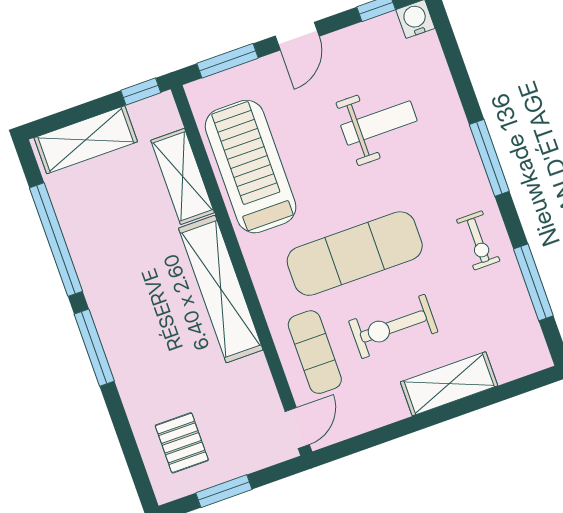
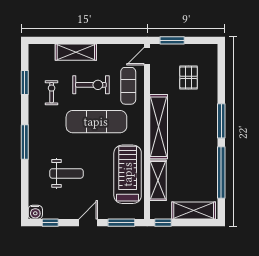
weight bench: (379, 123) -> (66, 173), turned 180
treadmill: (251, 167) -> (128, 174), turned 180
exercise bike: (478, 240) -> (52, 93), moved
window: (533, 282) -> (25, 82), width x0.69
pallet: (182, 443) -> (189, 77), moved
window: (224, 491) -> (172, 40), moved

